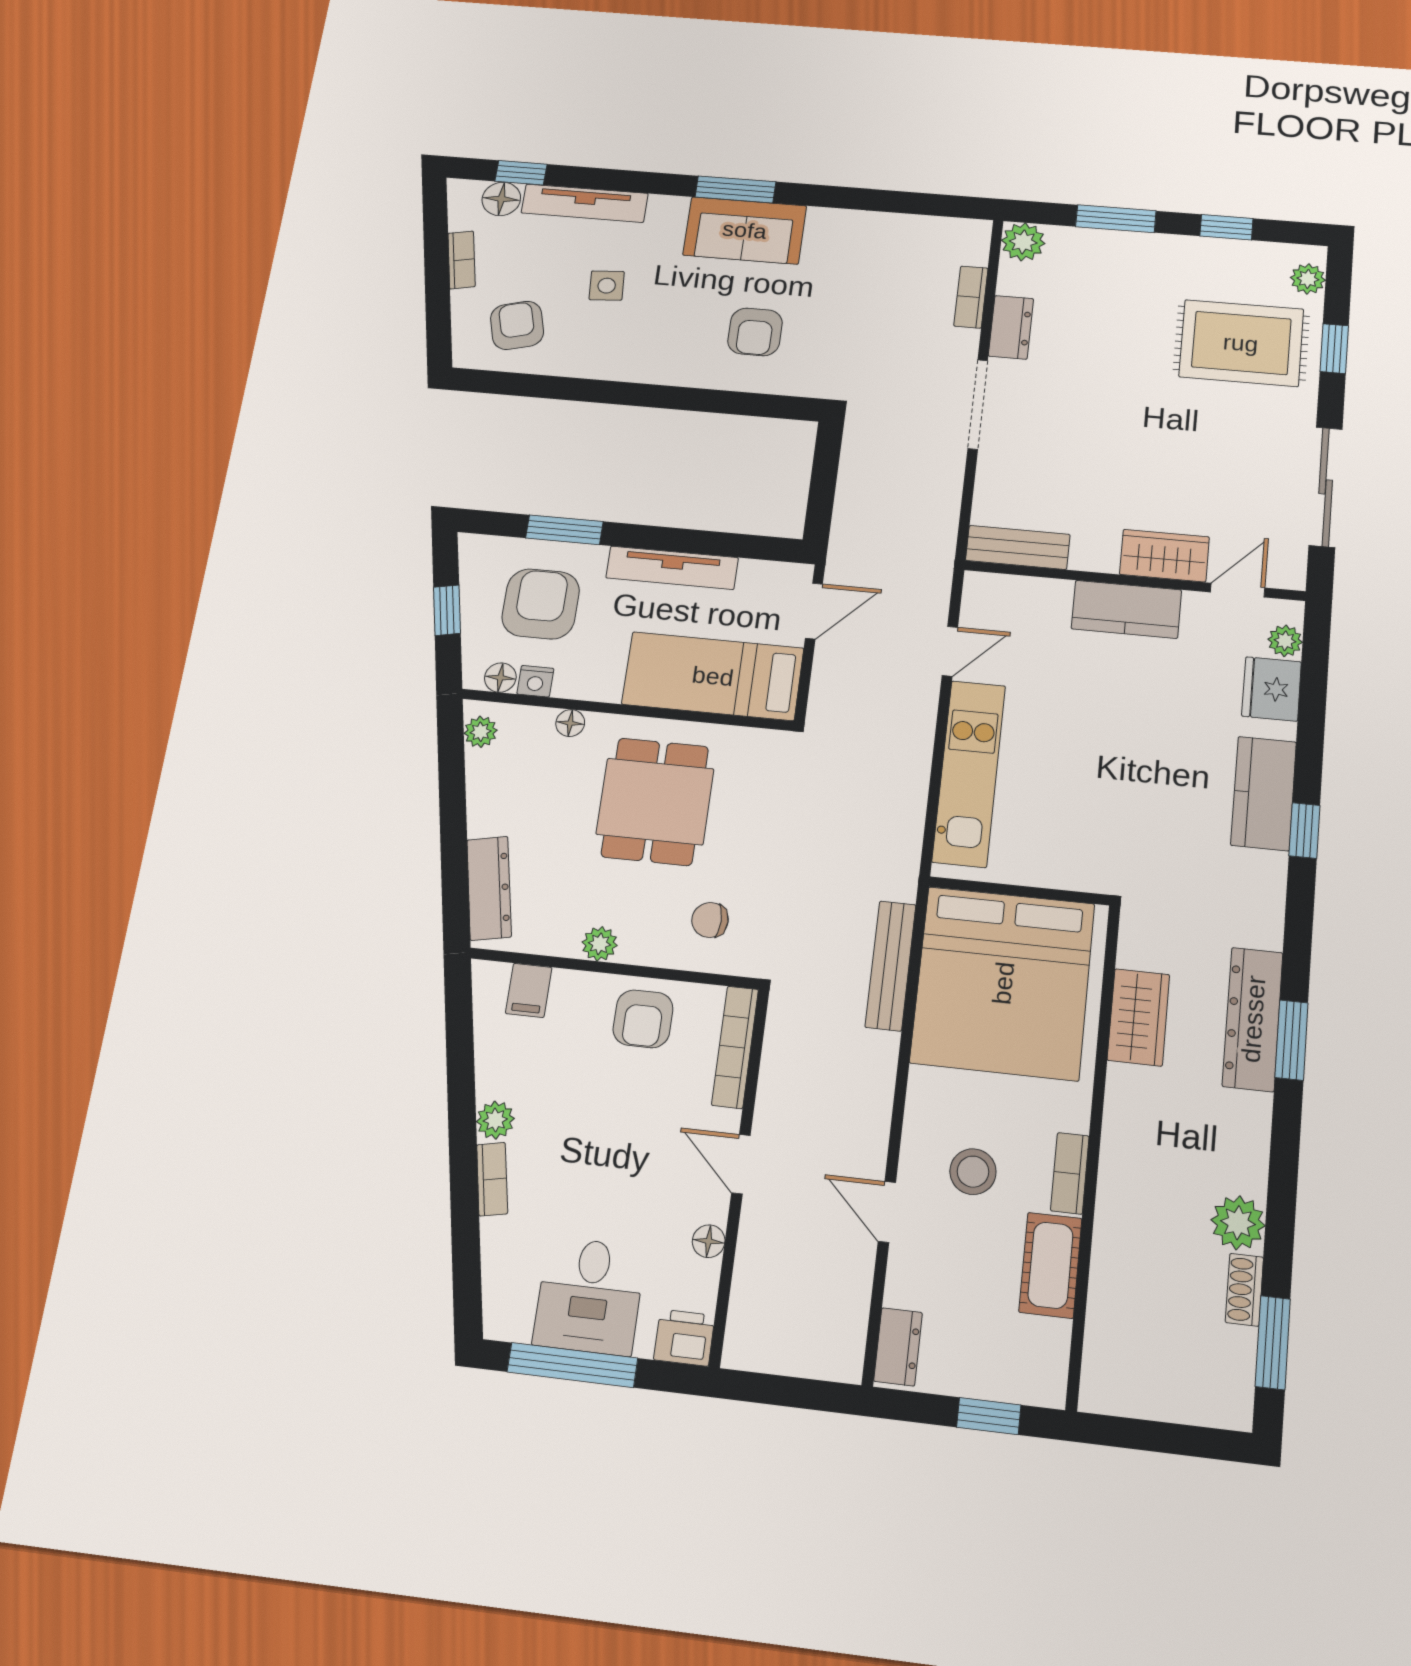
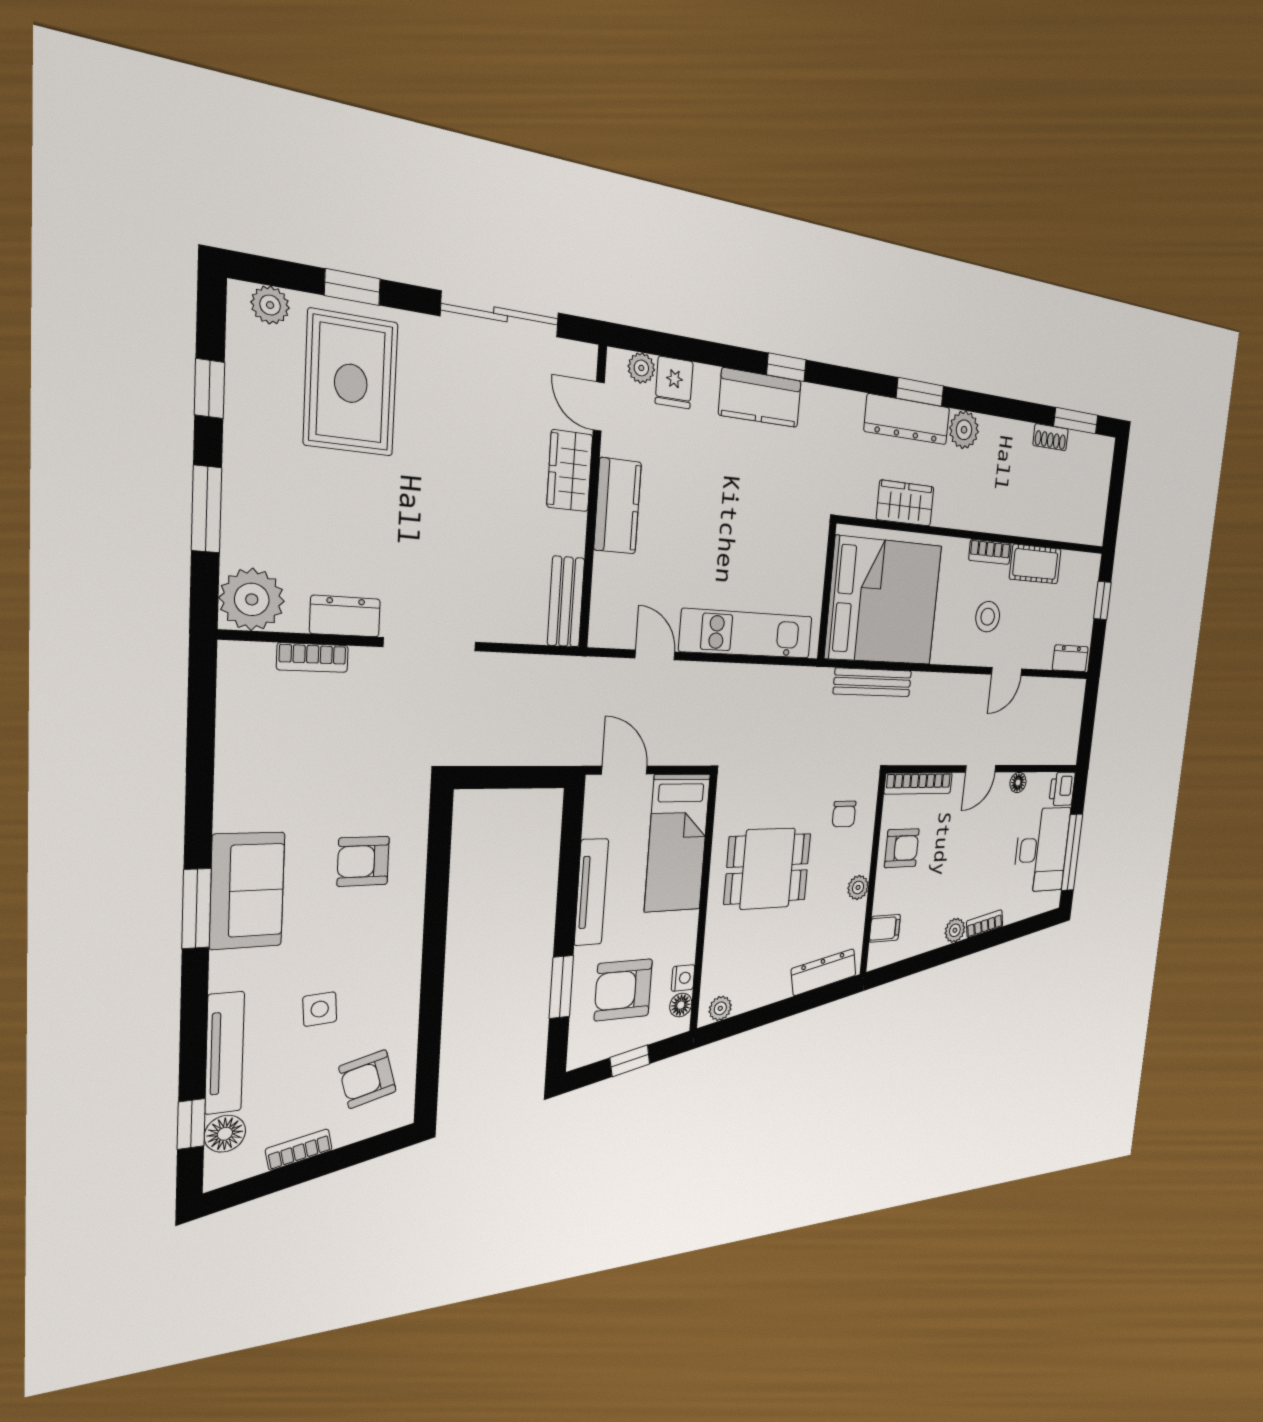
plant: (1023, 242) -> (252, 599), width x1.36, depth x1.36
armchair: (755, 332) -> (363, 861), turned 180
fridge: (1272, 689) -> (674, 383), width x0.72
floor lamp: (570, 723) -> (713, 944), removed
plant: (1238, 1223) -> (964, 430), moved
desk: (589, 1296) -> (1042, 850), width x1.37

